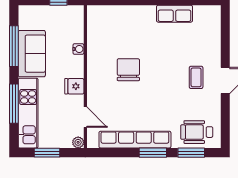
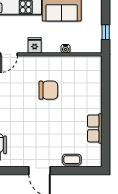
coffee table: (196, 77) -> (72, 160), moved

